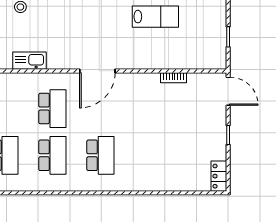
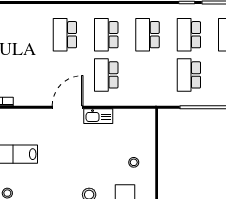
kitchen sink: (29, 61) -> (98, 116), moved

